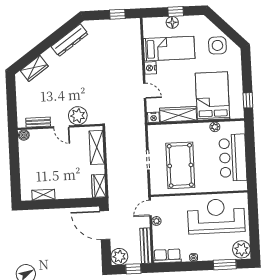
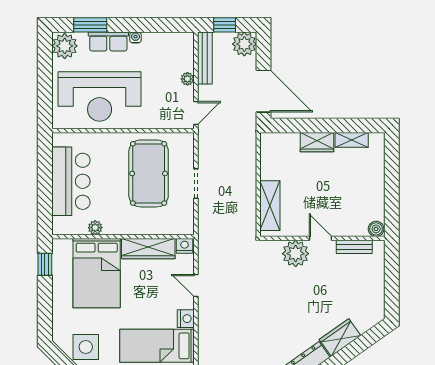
wardrobe: (34, 68) -> (340, 337), moved
wardrobe: (99, 186) -> (317, 142), moved, turned 90
plant: (156, 221) -> (187, 79), moved
row of seats: (167, 256) -> (108, 41), moved

